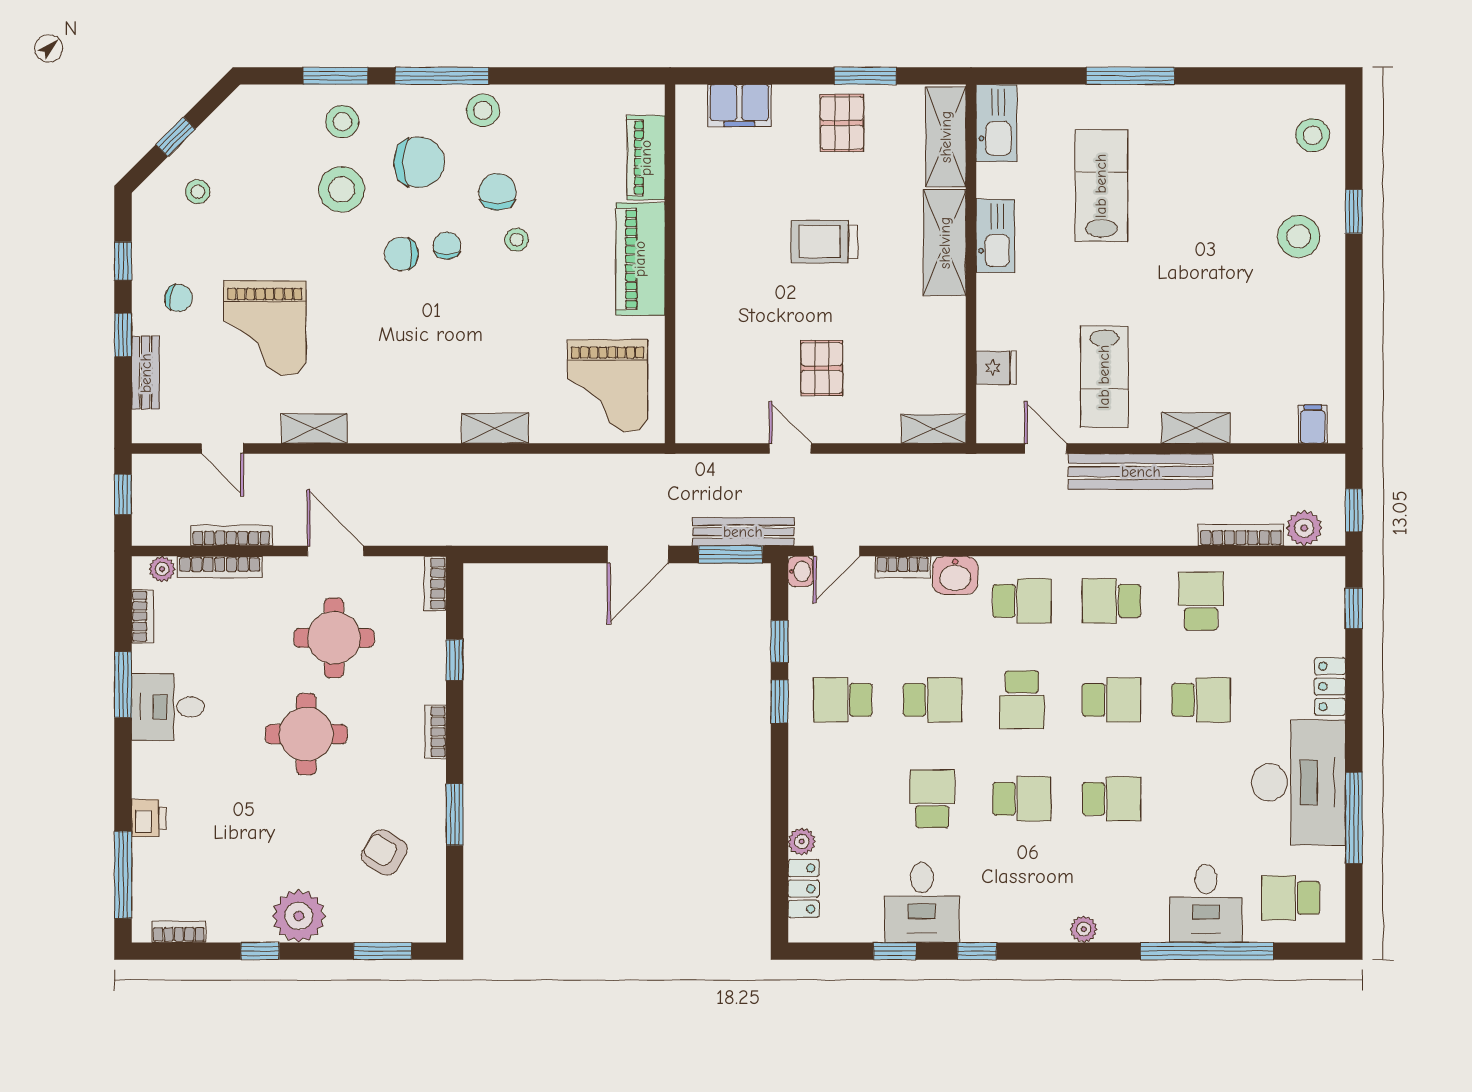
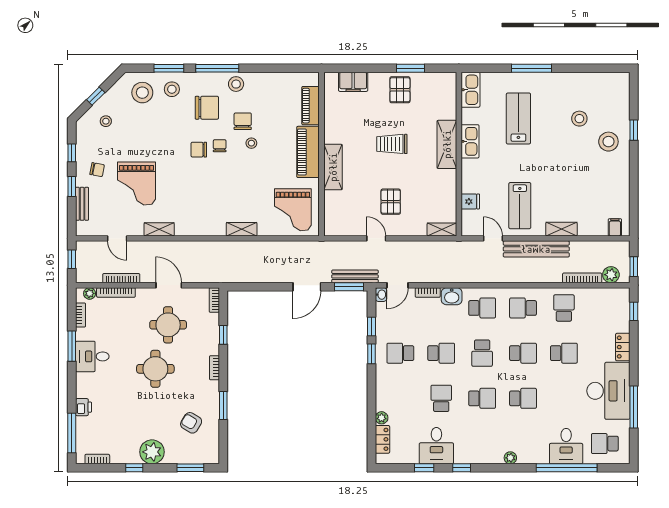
stool: (1313, 135) -> (579, 119), moved
shelving: (946, 137) -> (333, 167), moved
stool: (342, 189) -> (142, 93), moved

